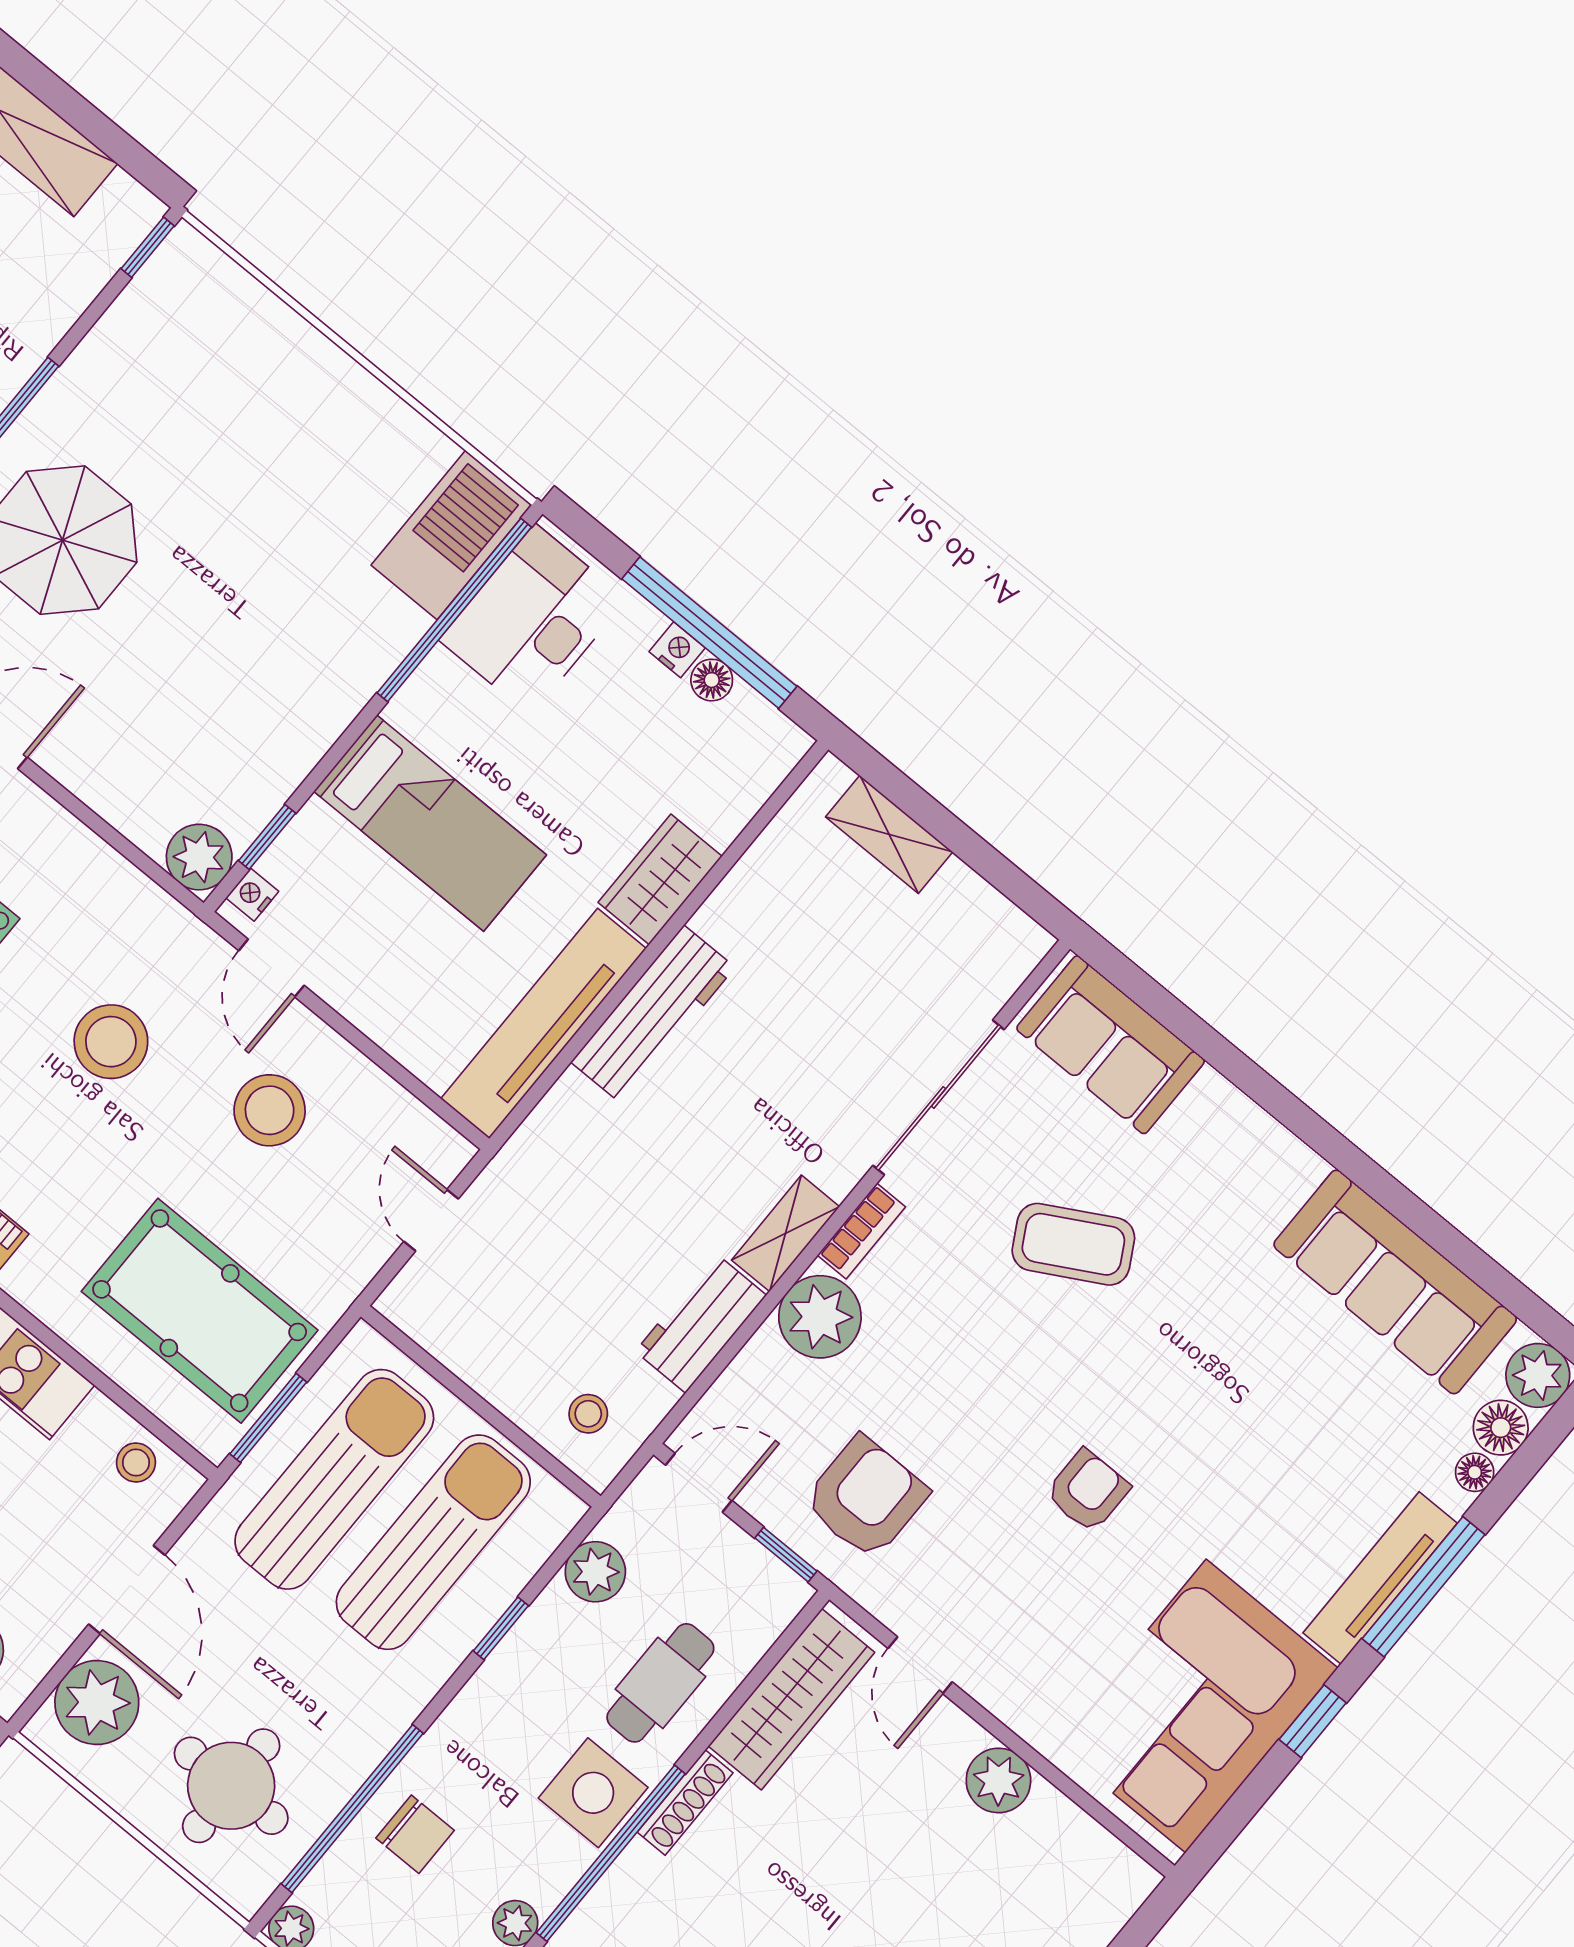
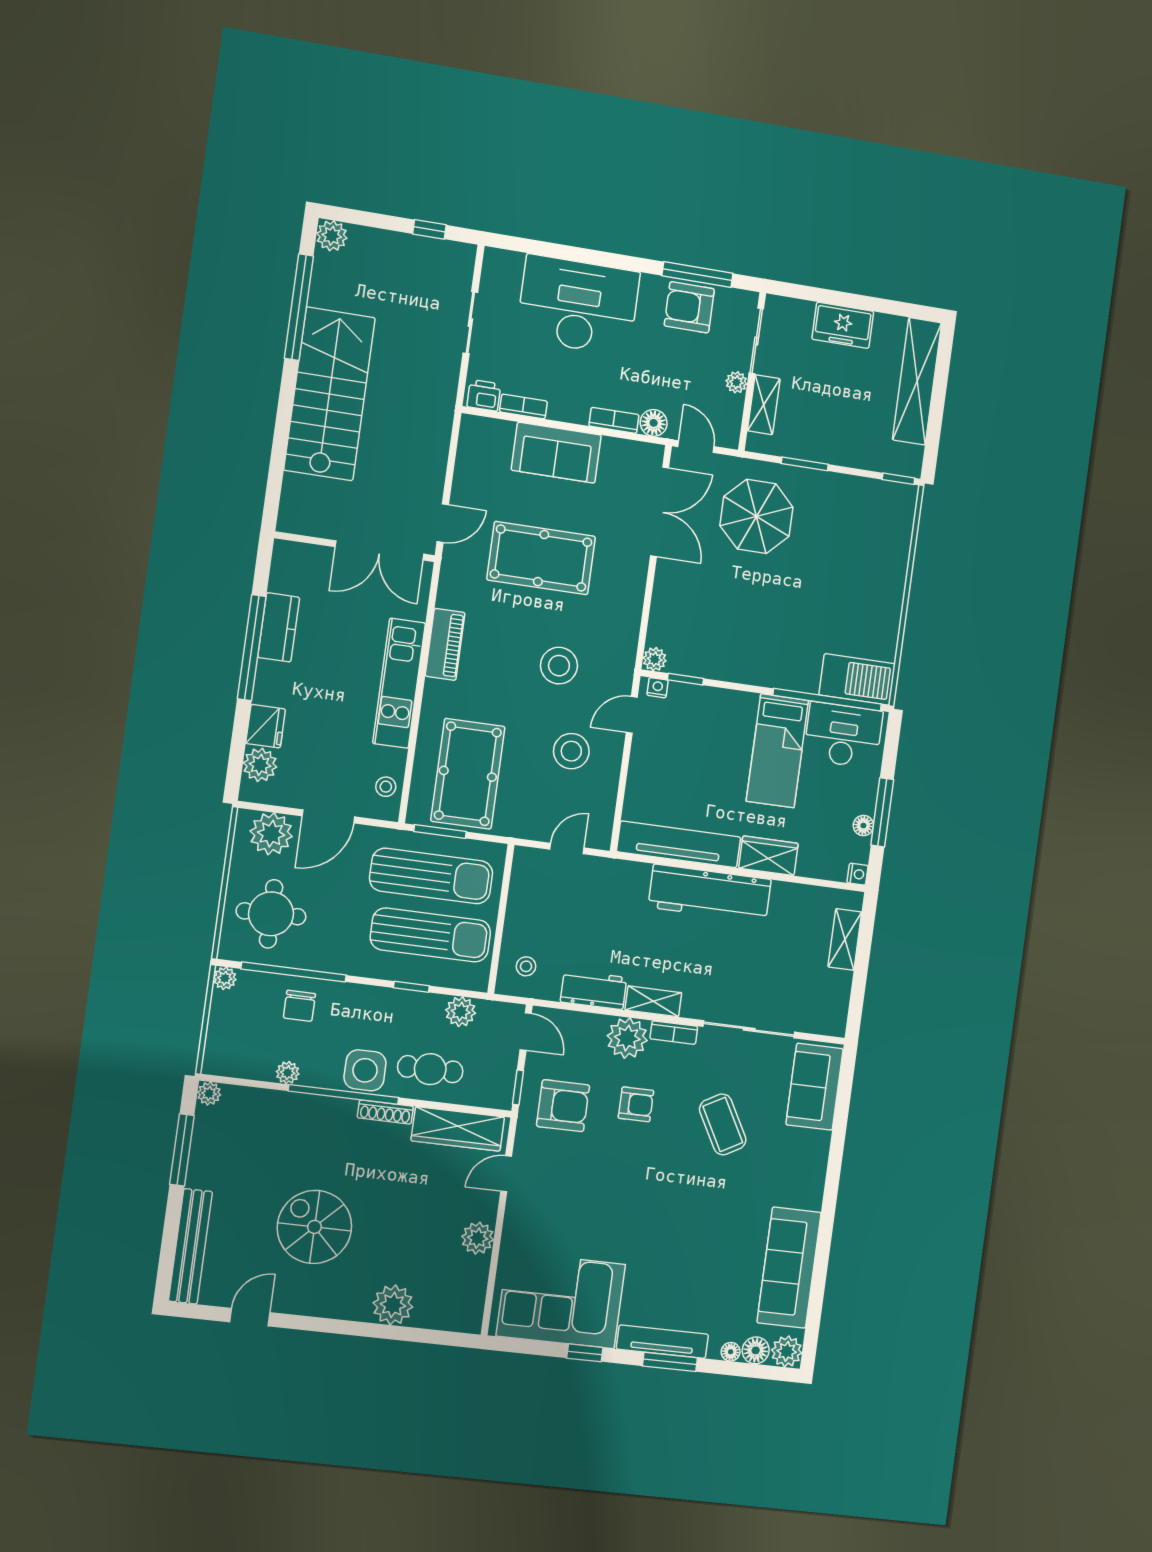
window: (709, 633) -> (882, 812), width x0.68
nightstand: (677, 650) -> (857, 874), moved
bed: (430, 823) -> (777, 751), moved
plant: (199, 857) -> (655, 659), width x0.73, depth x0.73
workbench: (653, 1015) -> (710, 893), width x1.36, depth x1.32
armchair: (1088, 1491) -> (636, 1104), moved
window: (1424, 1587) -> (670, 1362), width x0.69

